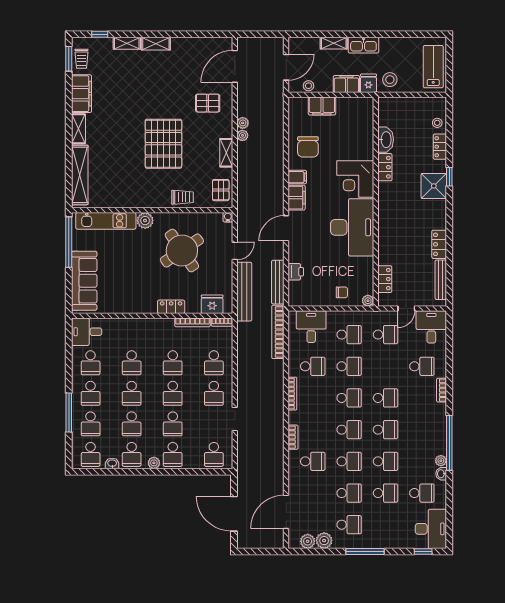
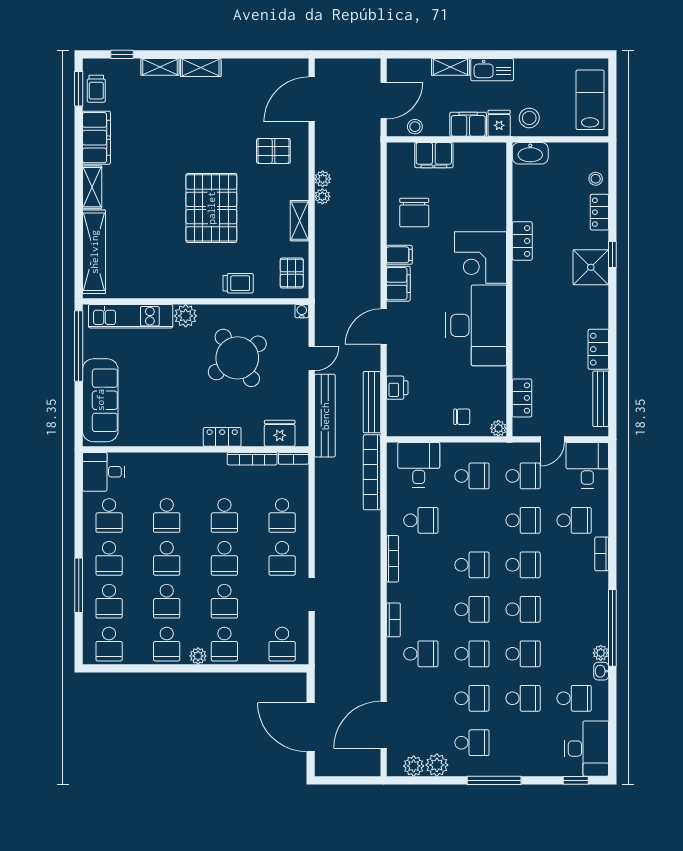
washbasin: (386, 140) -> (530, 153), moved, turned 90
school desk: (349, 366) -> (523, 520), moved
washbasin: (112, 463) -> (139, 657), removed

